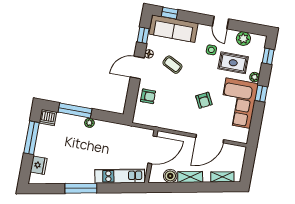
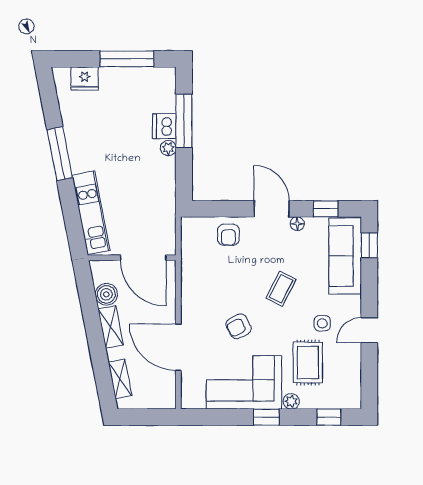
plant: (243, 39) -> (350, 372), removed
coffee table: (172, 65) -> (281, 289), moved
dishwasher: (48, 118) -> (164, 126), moved

